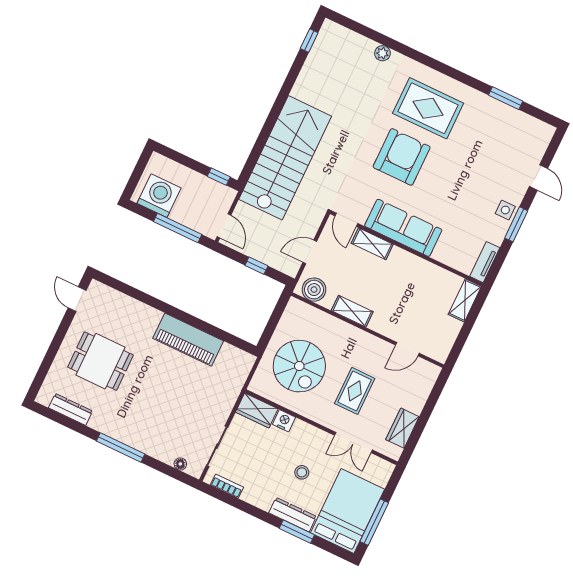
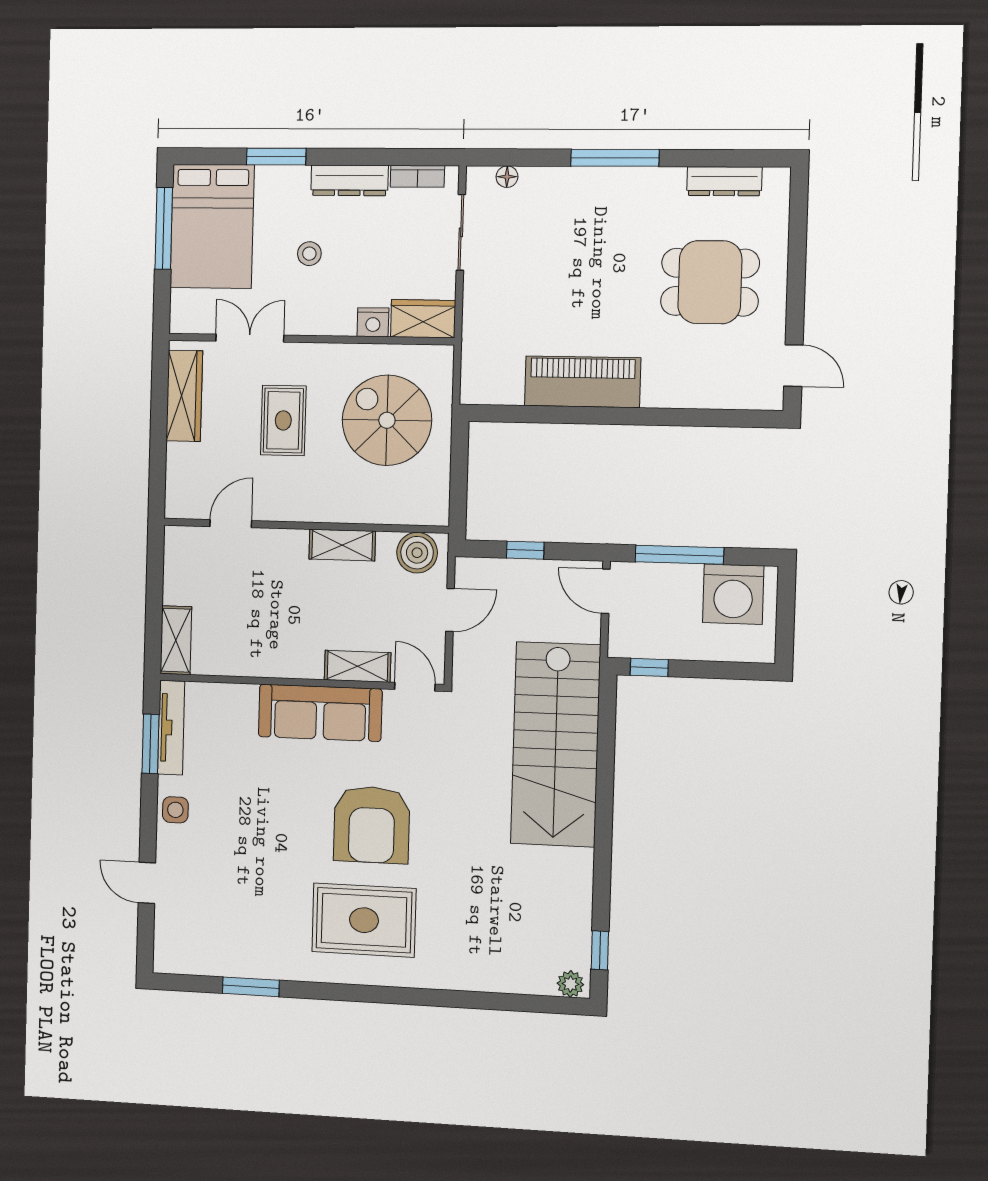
plant: (382, 53) -> (570, 984), moved
window: (516, 224) -> (150, 744), moved
tv unit: (485, 262) -> (171, 728), width x1.41
wardrobe: (402, 428) -> (184, 396), width x1.50
dresser: (293, 515) -> (349, 180), moved

